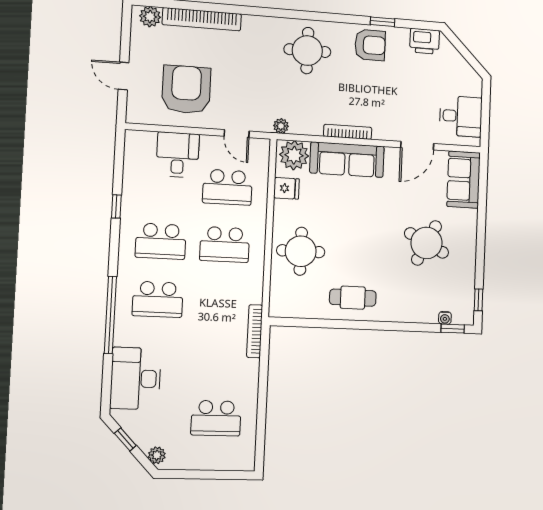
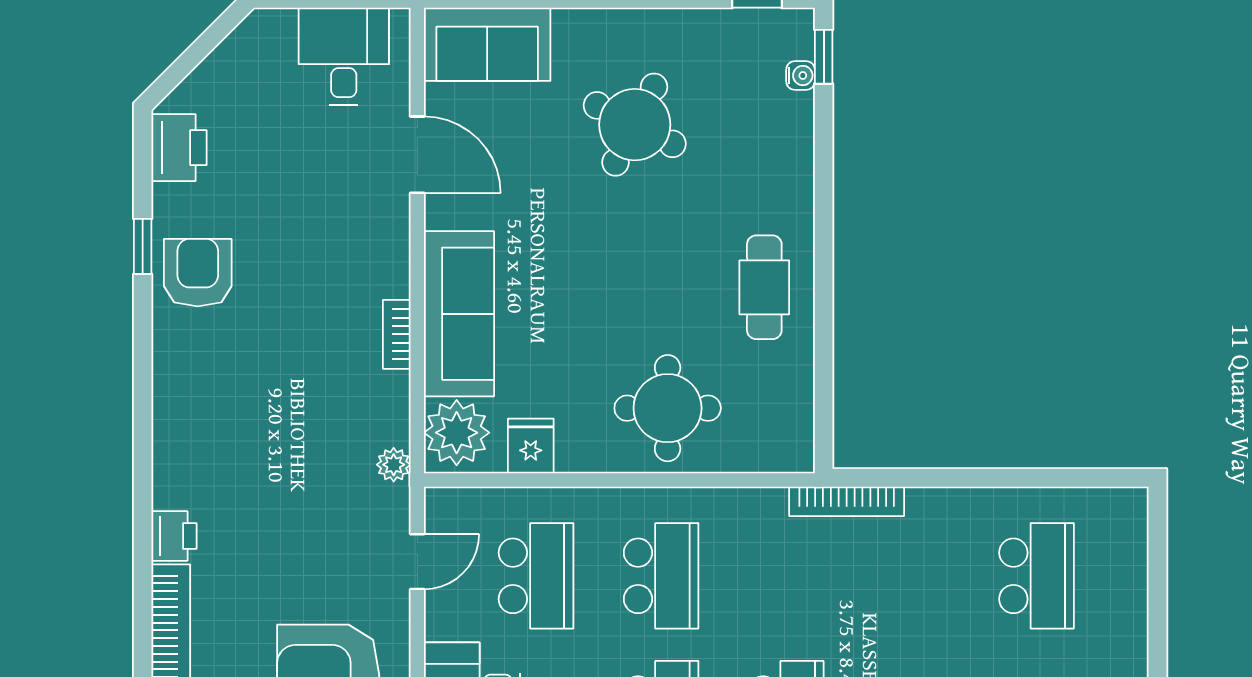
printer: (254, 25) -> (174, 536), added
round table: (307, 51) -> (222, 414), removed
bookcase: (348, 132) -> (397, 334), width x0.64

